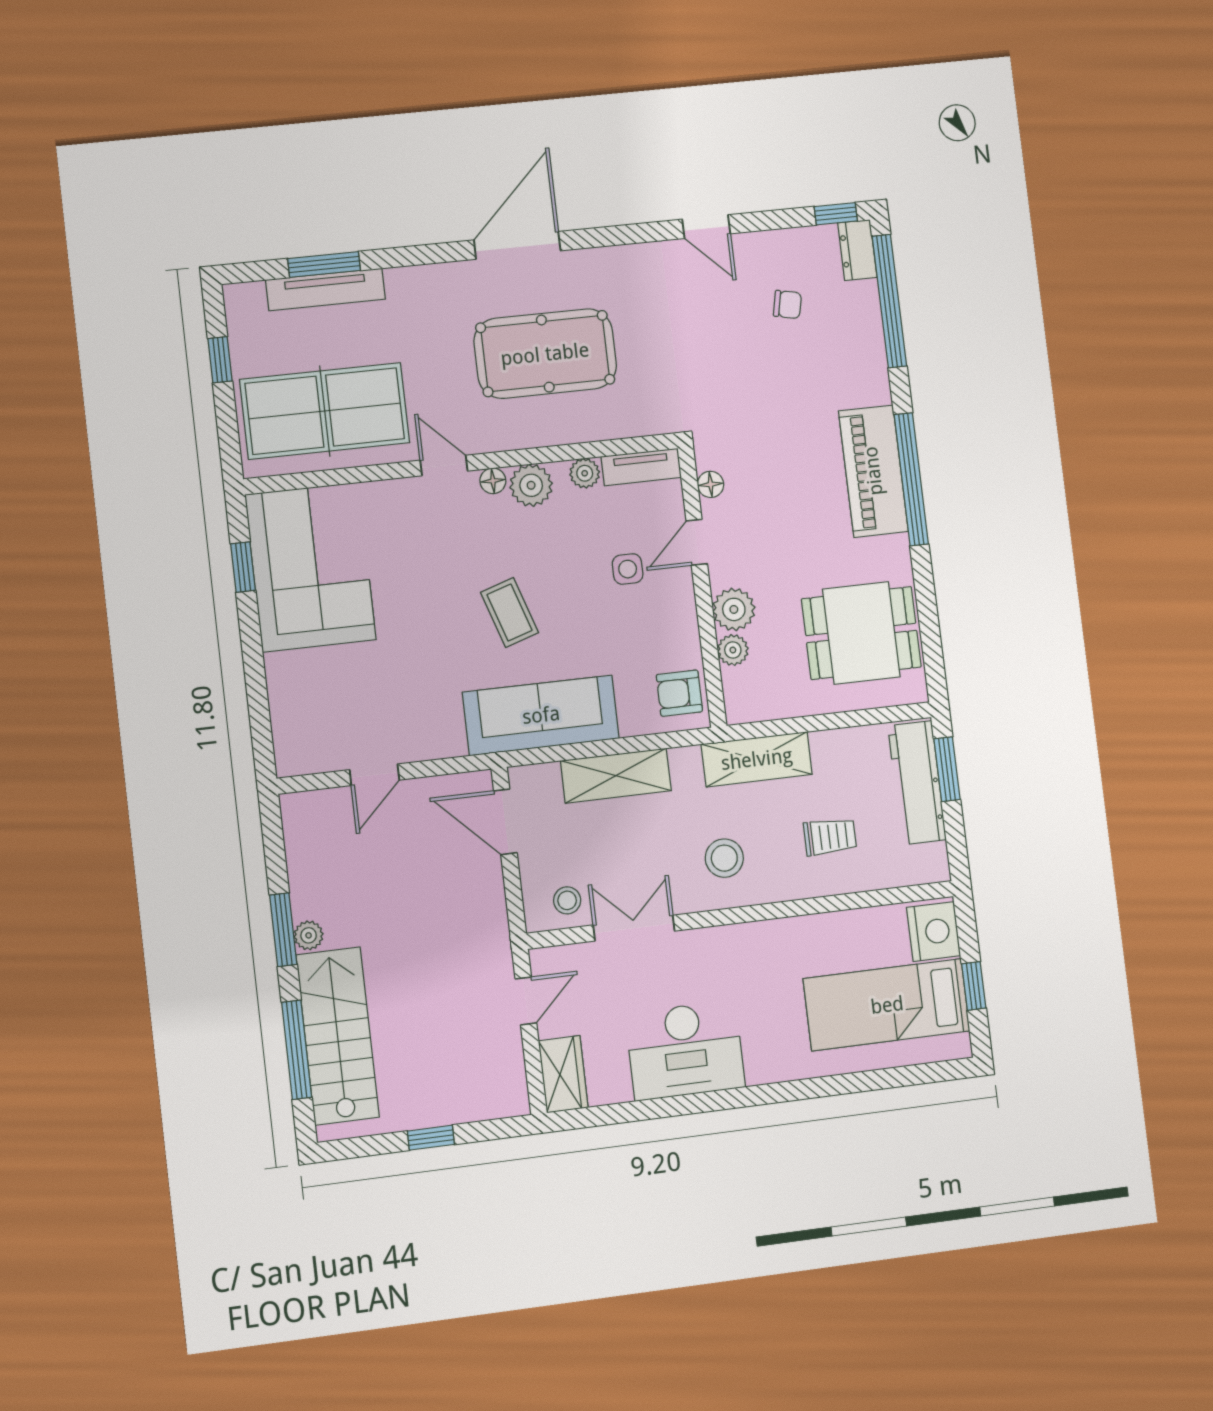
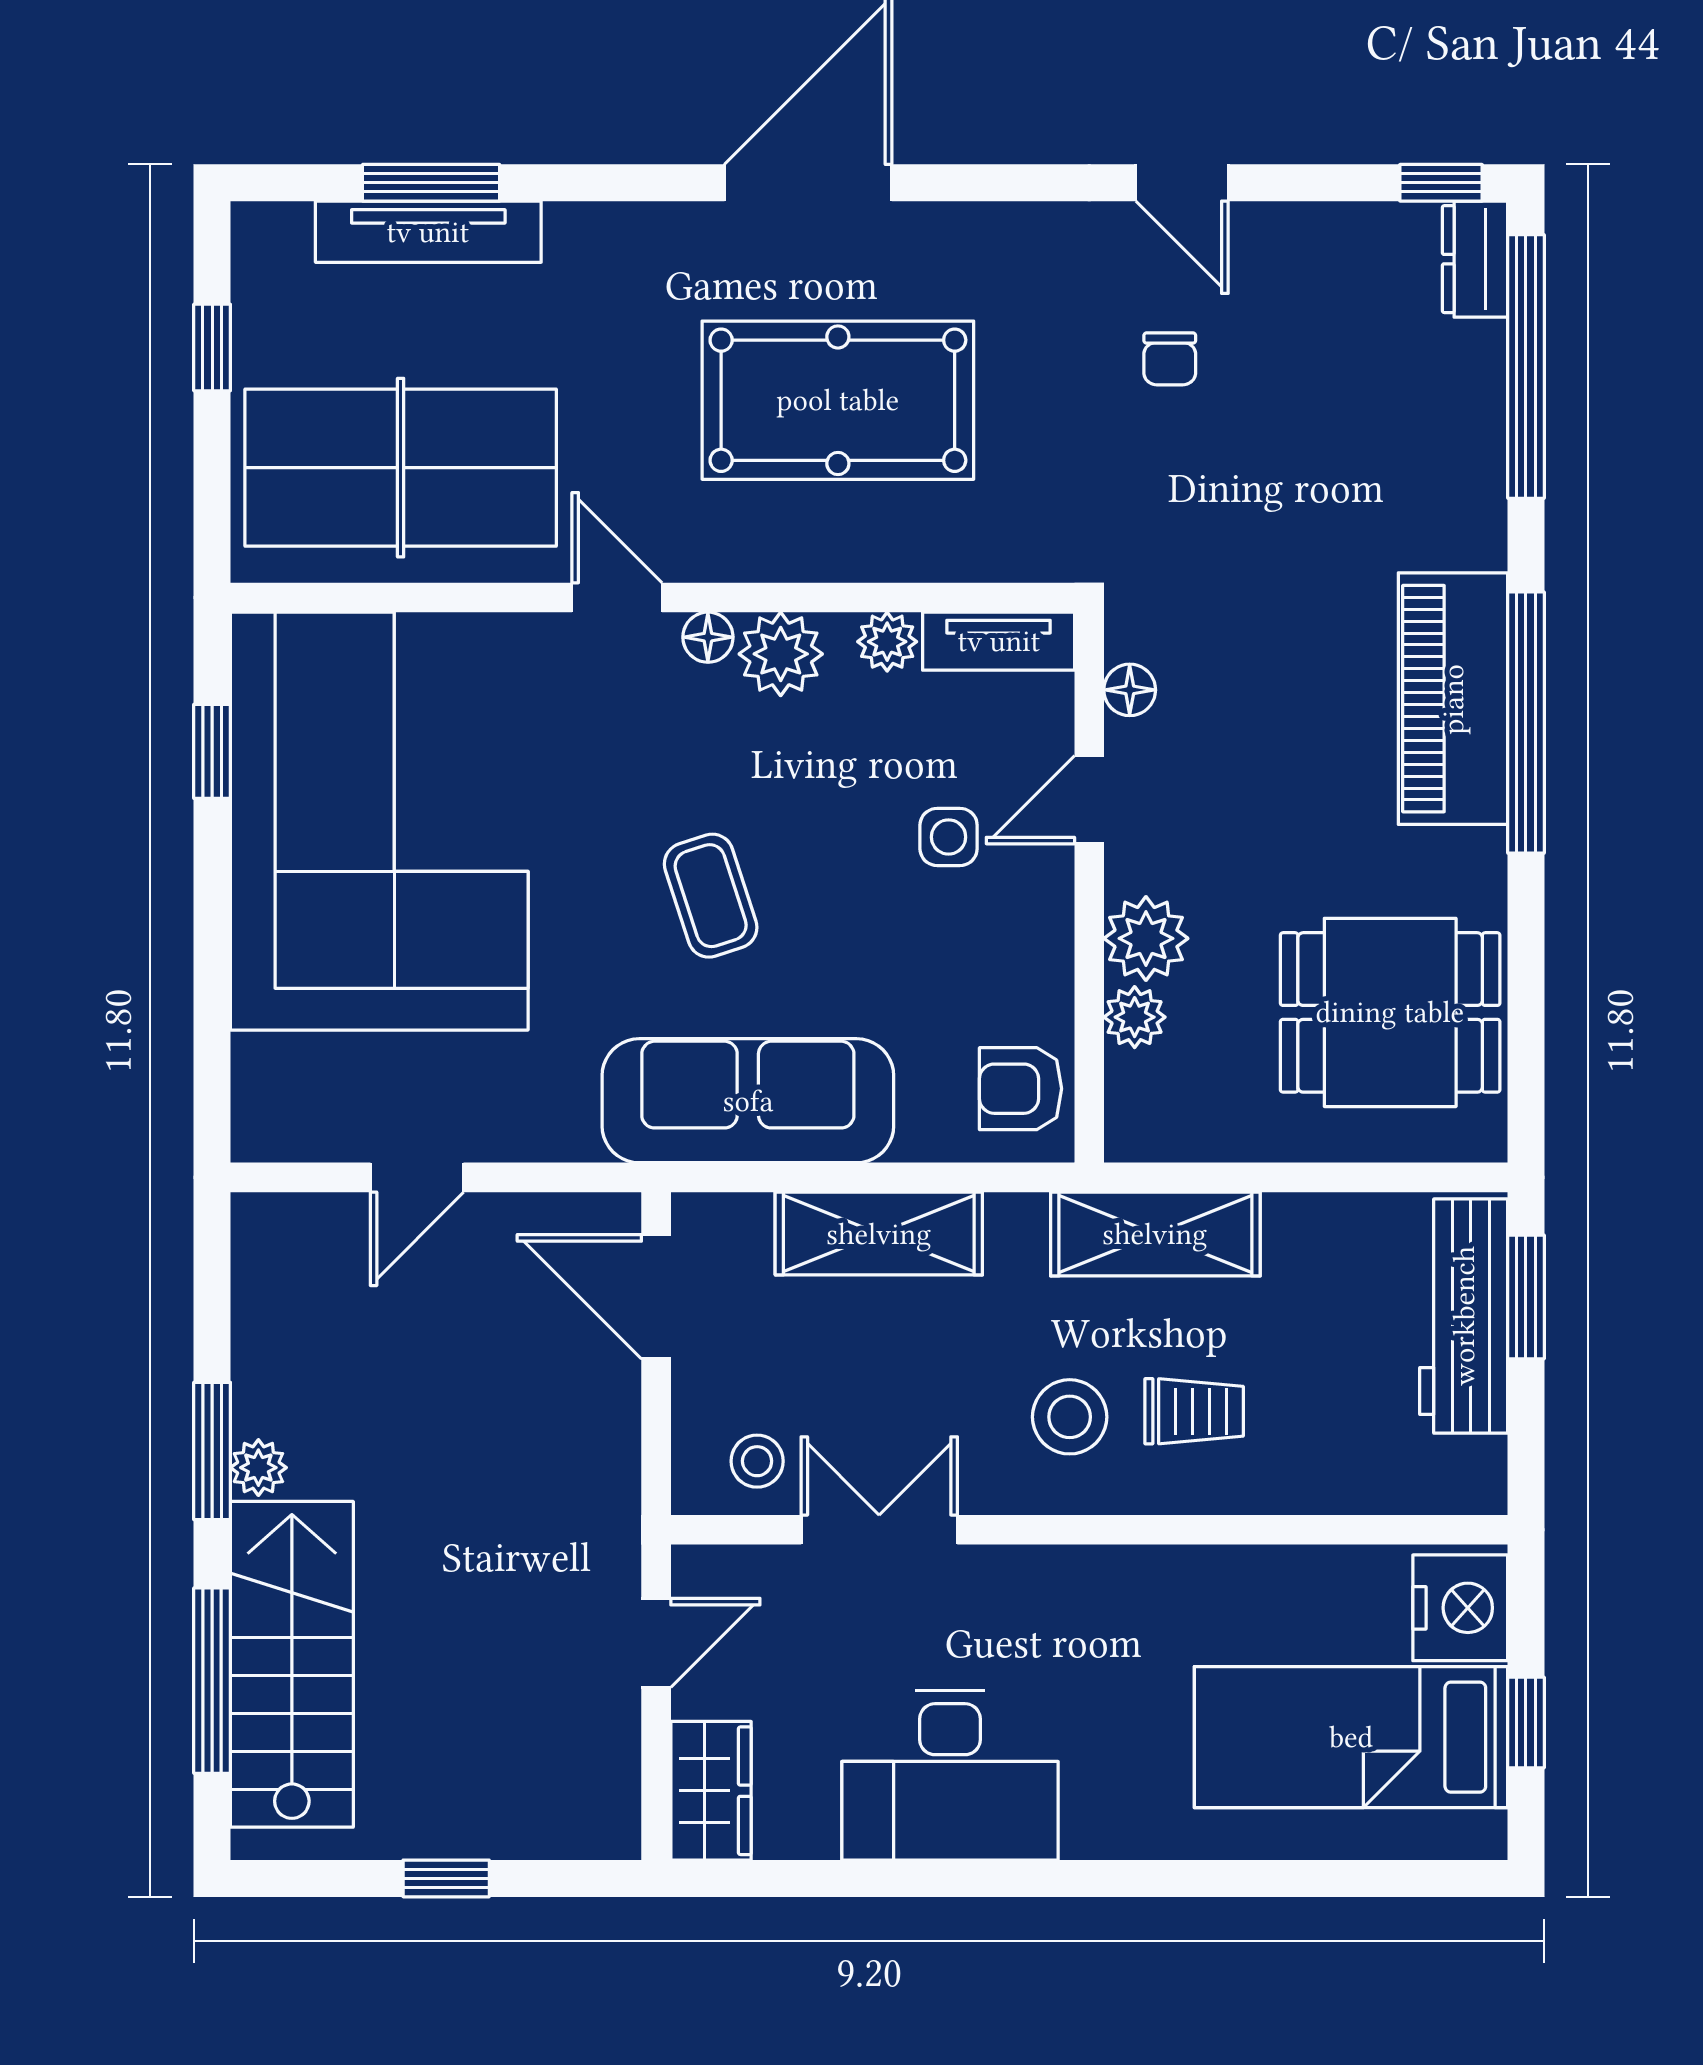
chair: (787, 305) -> (1170, 359), moved, turned 78
corner sofa: (310, 567) -> (379, 821), width x1.36, depth x1.36
trolley: (830, 837) -> (1194, 1411), moved

